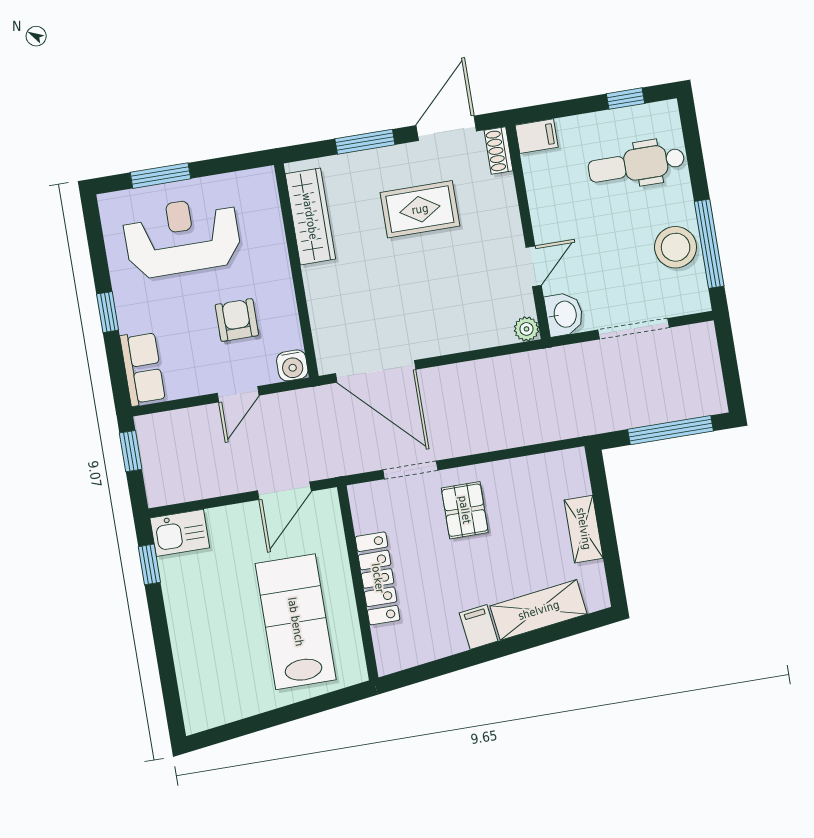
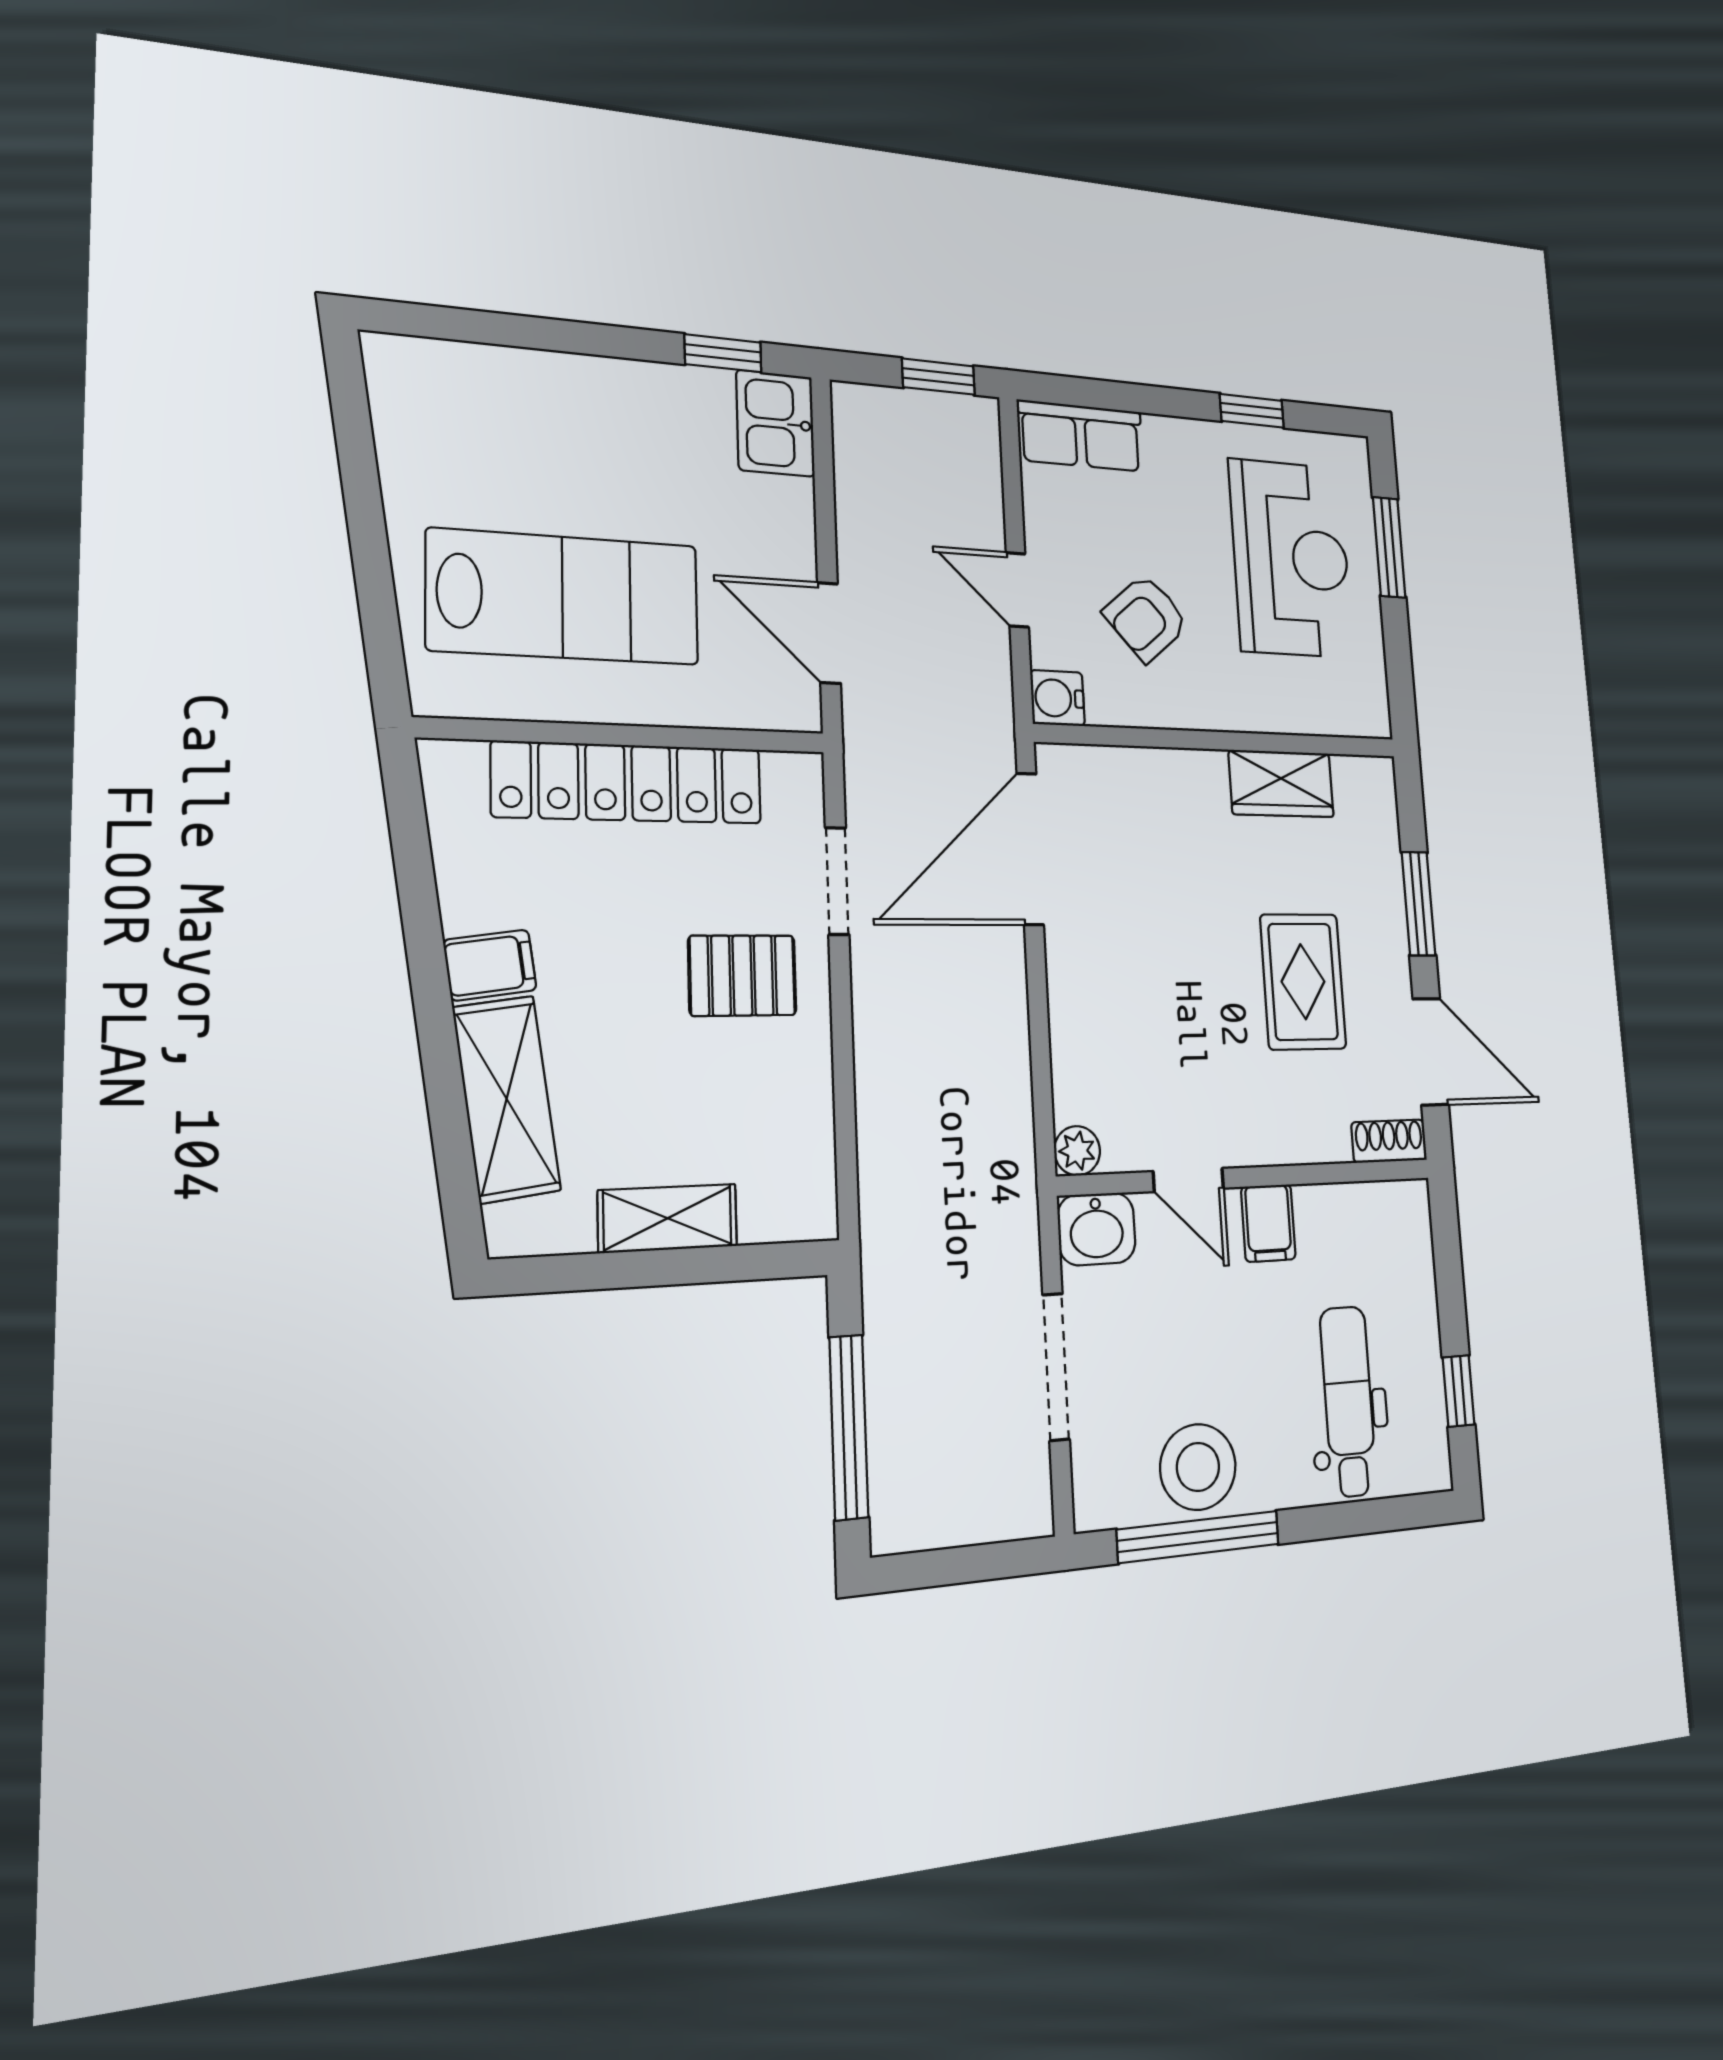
filing cabinet: (537, 136) -> (1268, 1223), moved
wardrobe: (310, 216) -> (1281, 784), width x0.67
window: (108, 312) -> (1252, 411), moved
armchair: (237, 320) -> (1146, 618), turned 139
locker: (378, 578) -> (628, 783), width x1.41, depth x1.21

